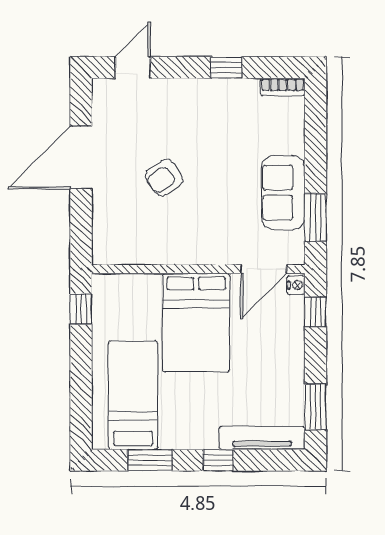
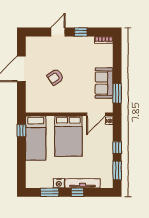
door: (133, 68) -> (58, 32), moved
window: (316, 312) -> (117, 148), moved
bed: (133, 395) -> (36, 138), moved, turned 180
nightstand: (173, 438) -> (59, 183), added
tv unit: (262, 438) -> (83, 183), moved

